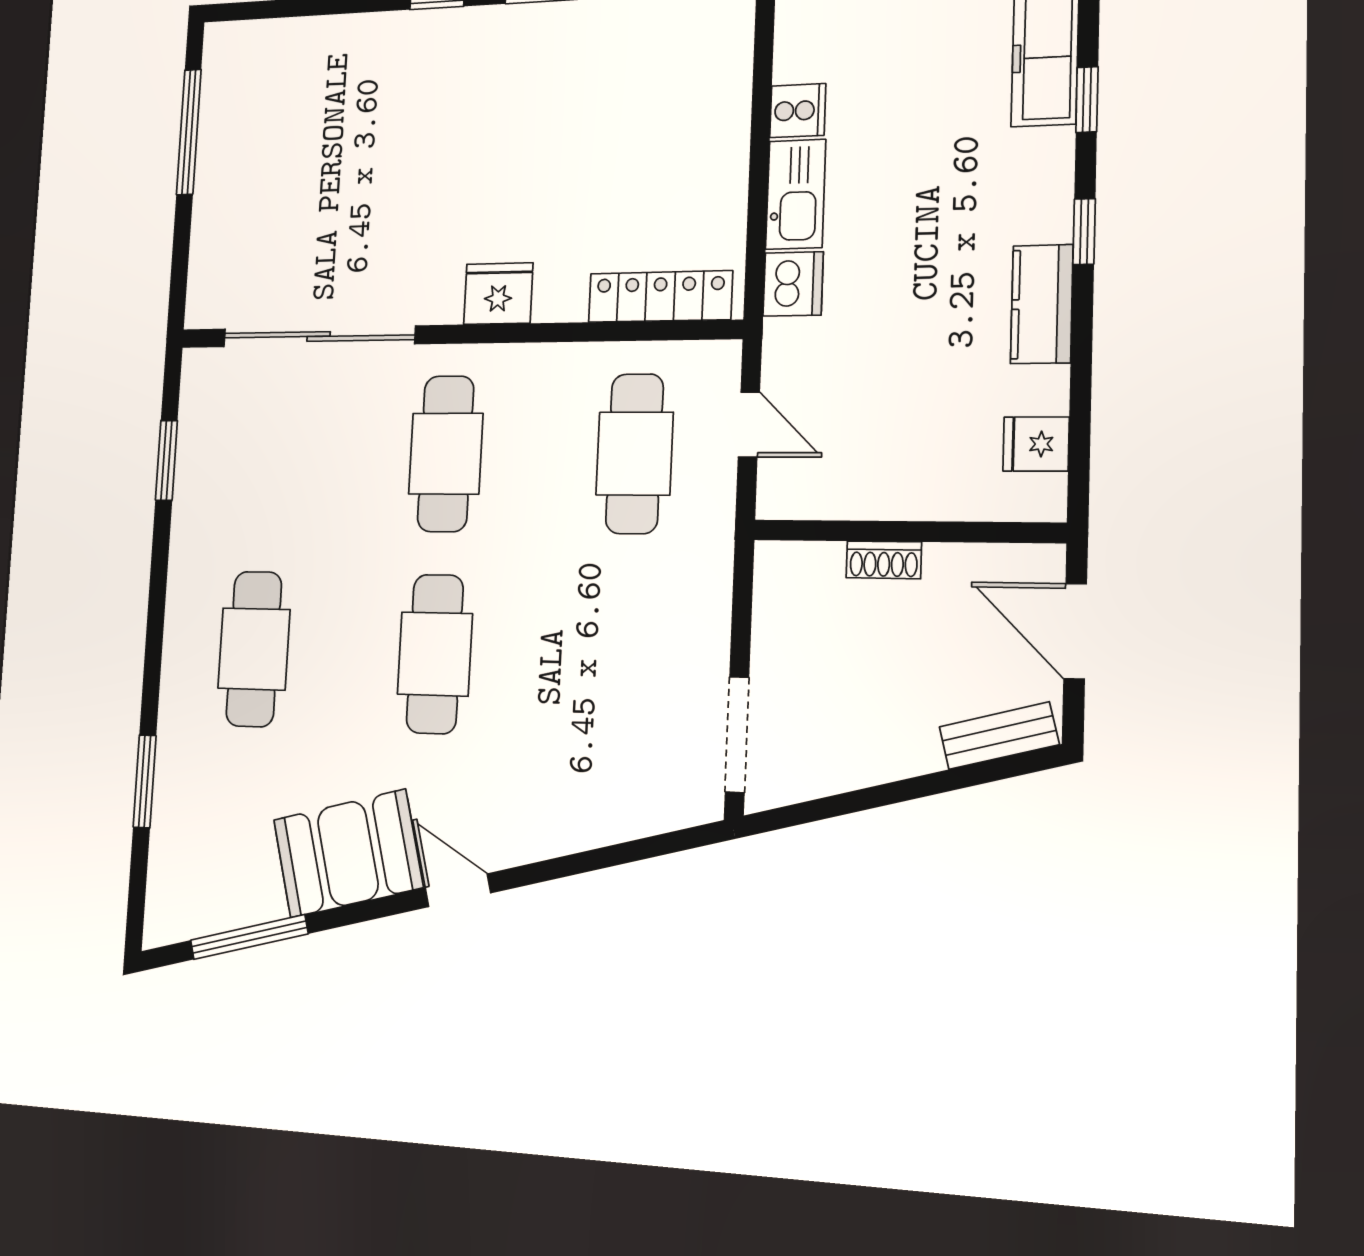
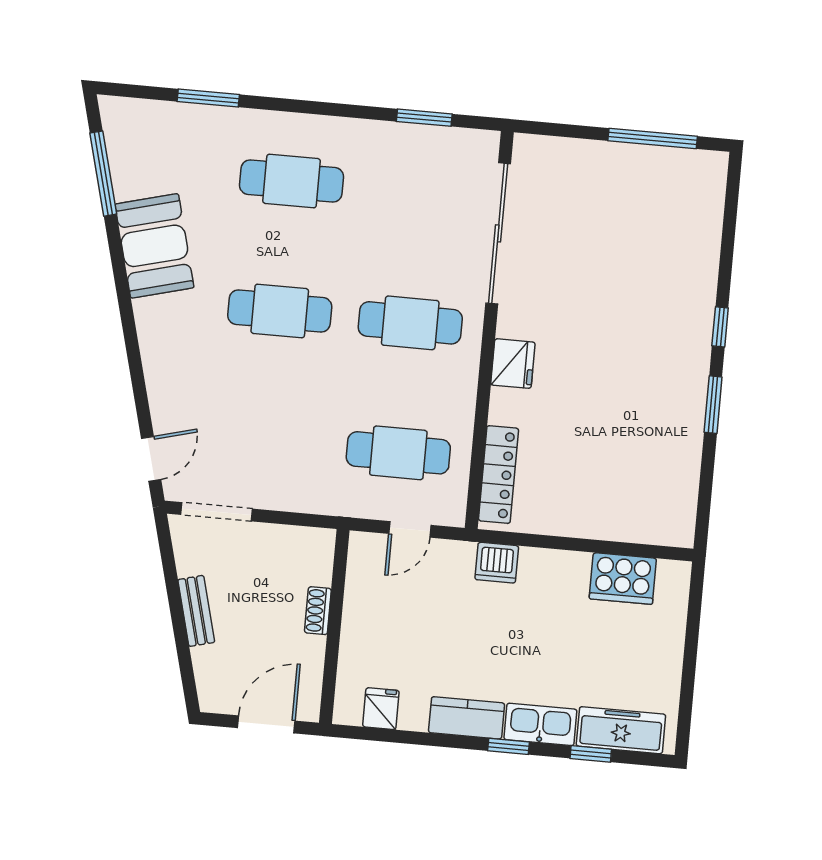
cooker: (798, 111) -> (623, 579), width x1.87, depth x1.31
kitchen sink: (796, 194) -> (540, 724), moved, turned 180
bench: (999, 736) -> (196, 611), moved
door: (458, 890) -> (151, 459), moved

